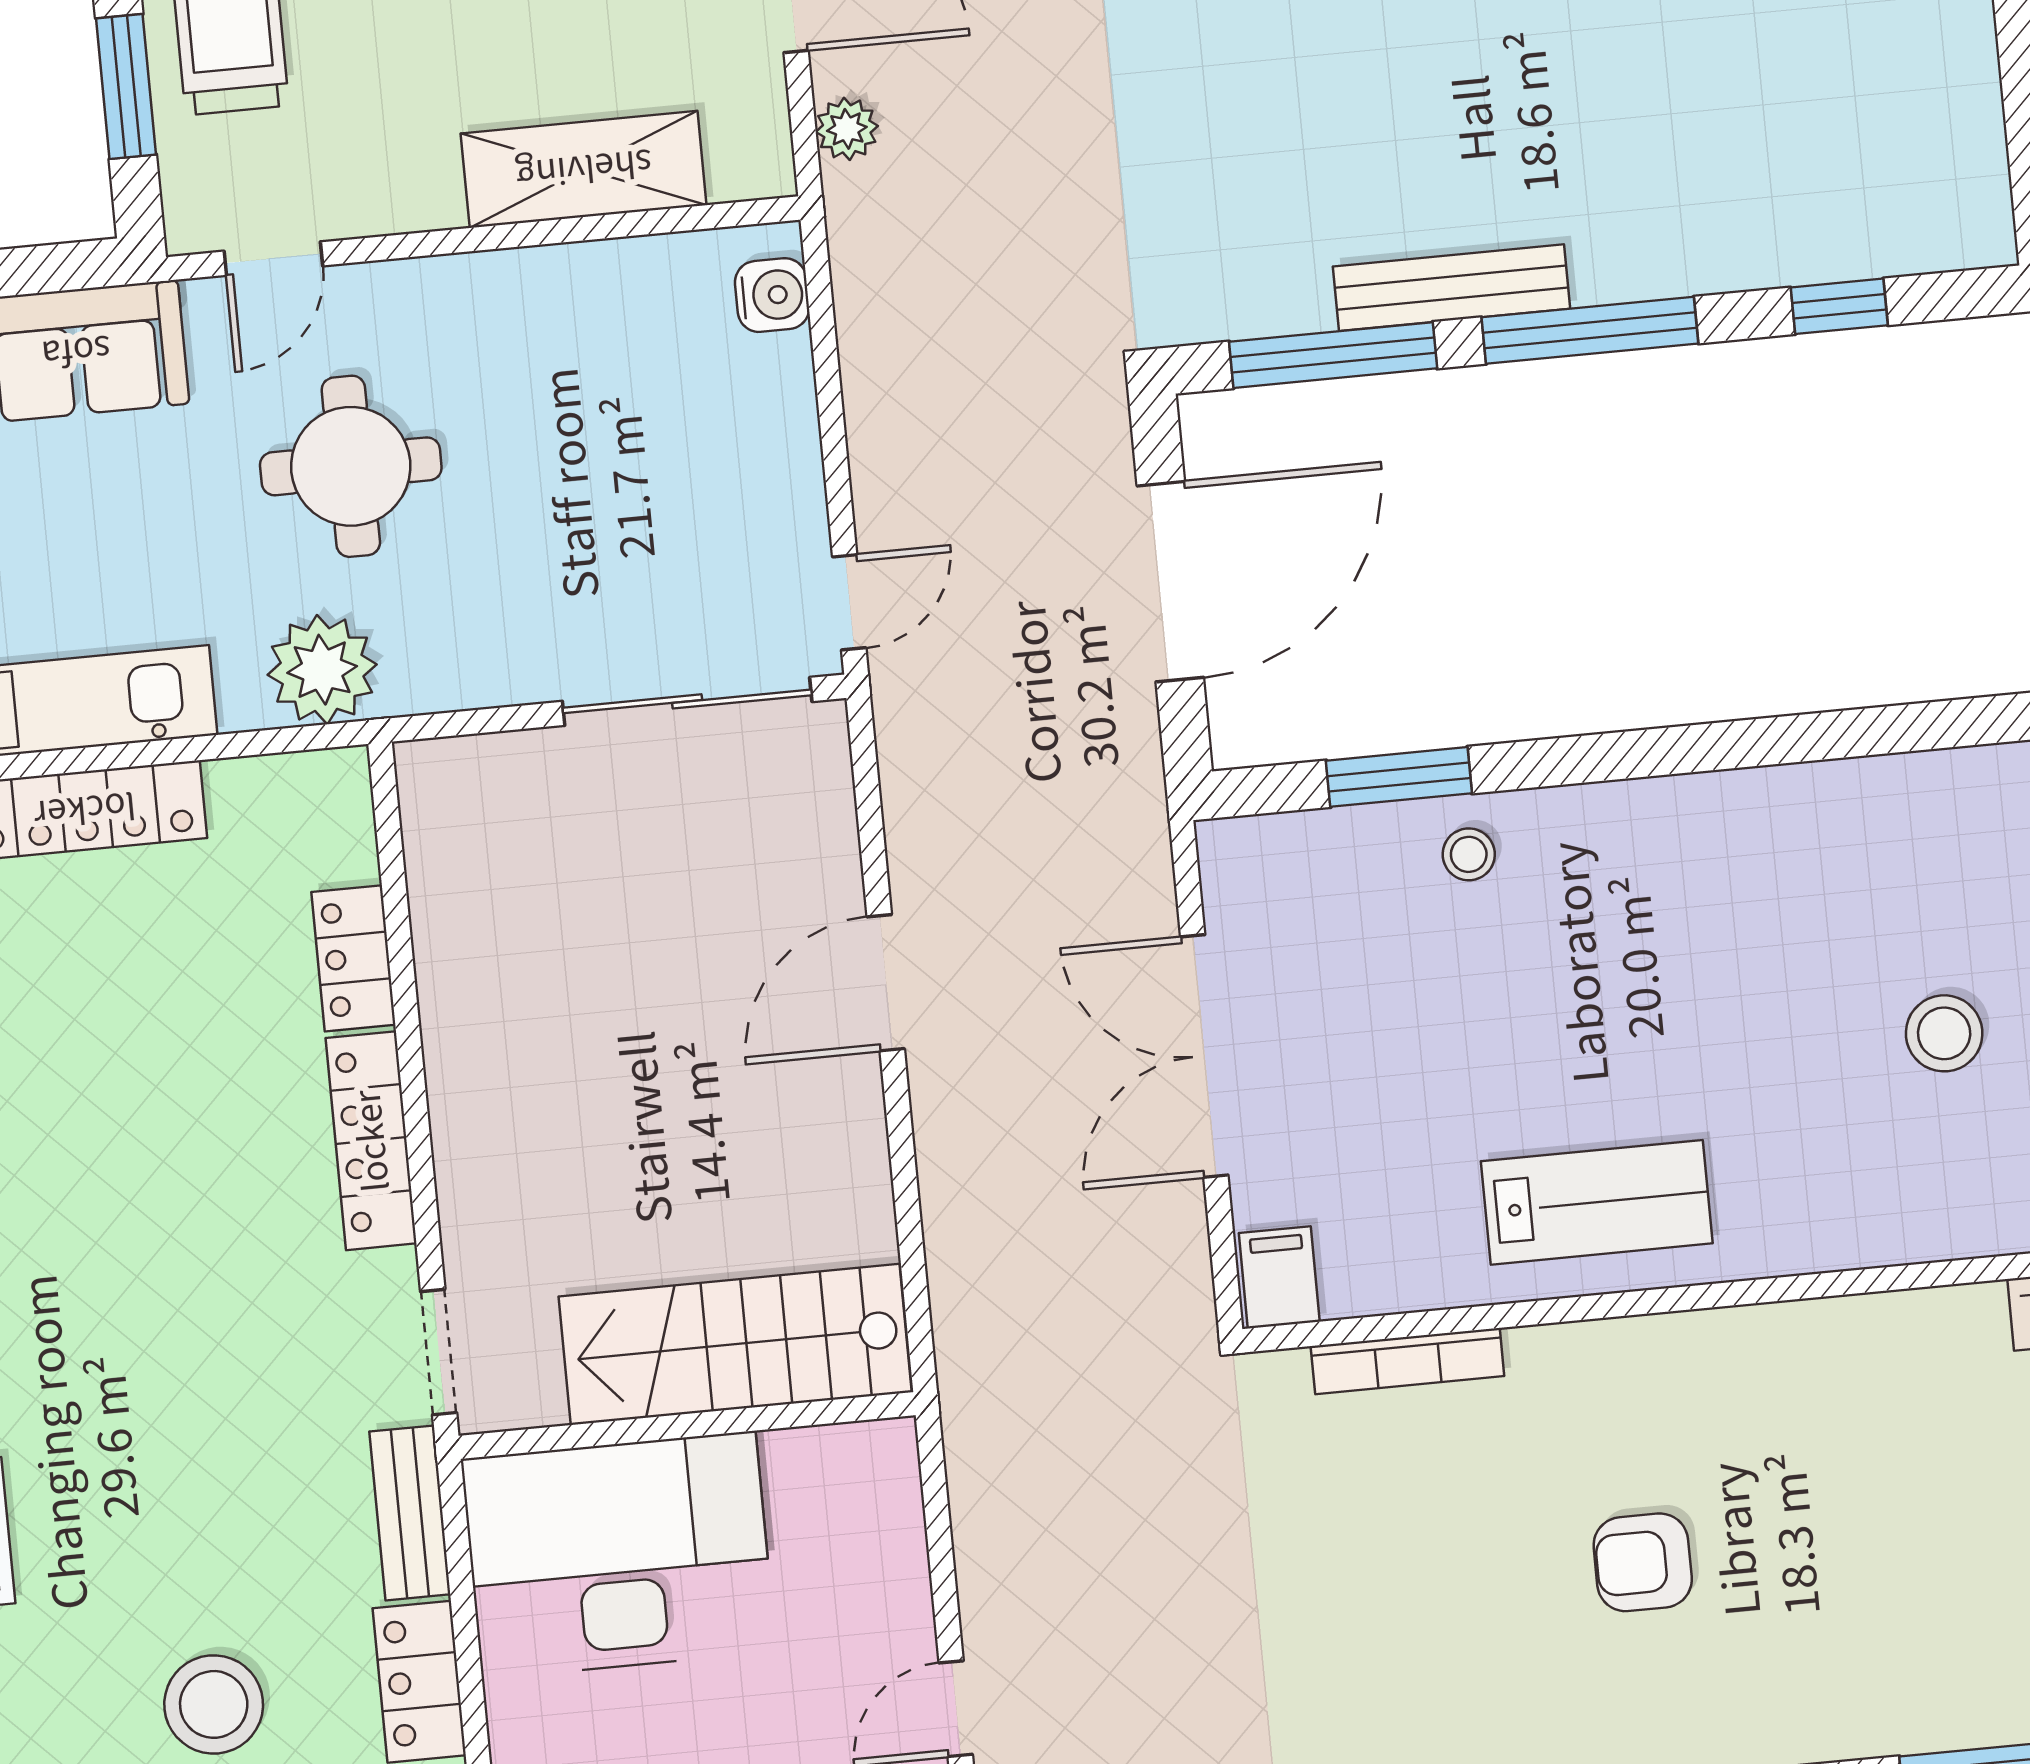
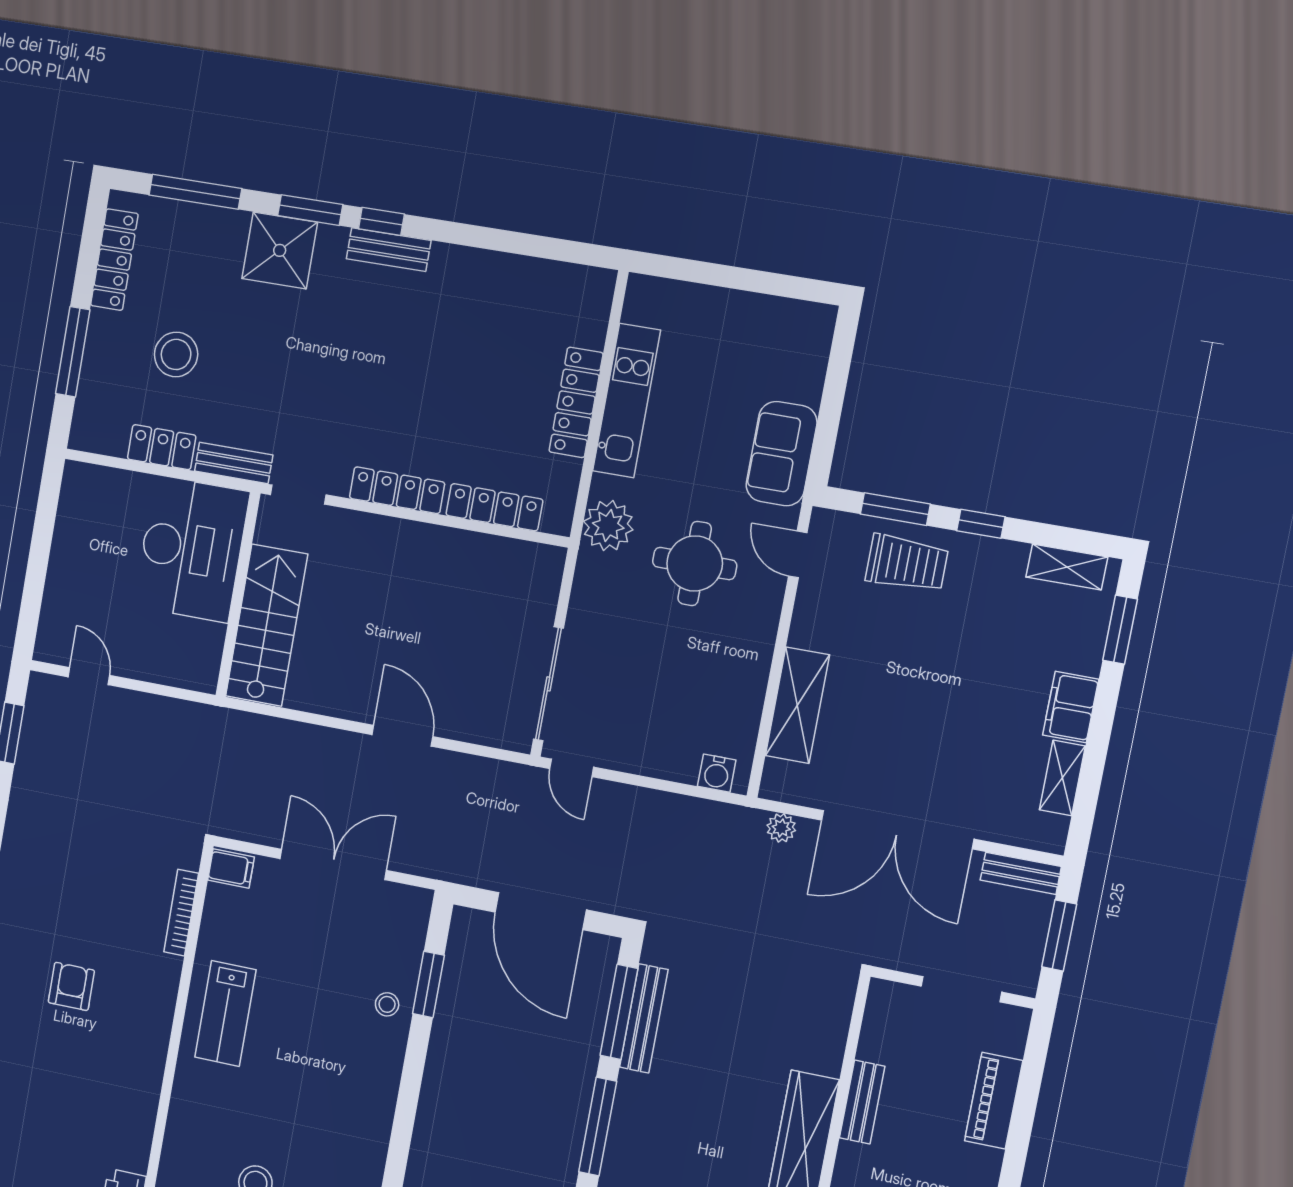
bench: (1452, 288) -> (644, 1018), moved
locker: (353, 958) -> (494, 507), width x1.53

